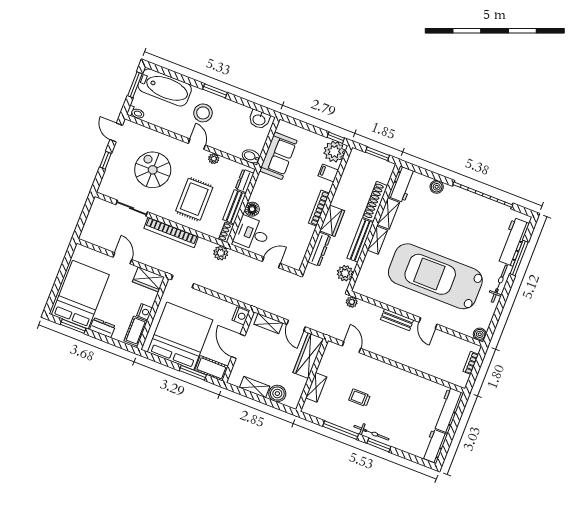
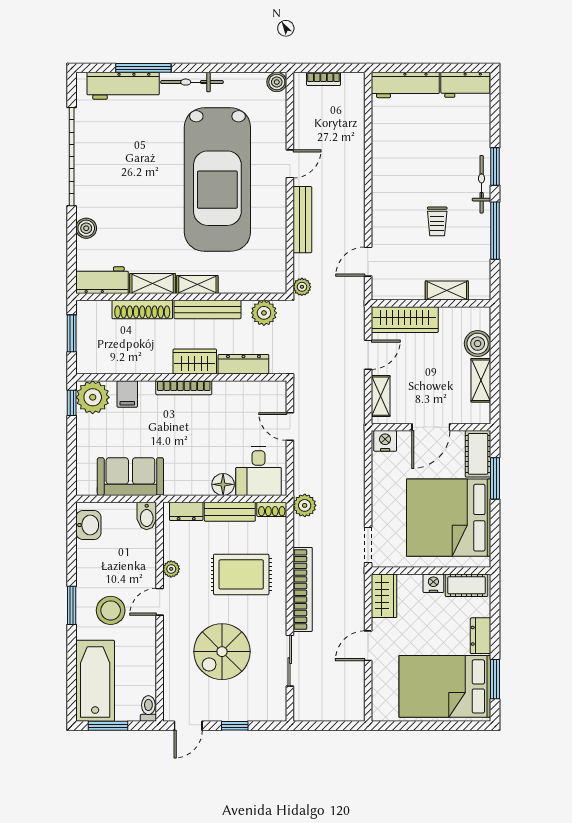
bench: (397, 320) -> (302, 220), width x1.36

